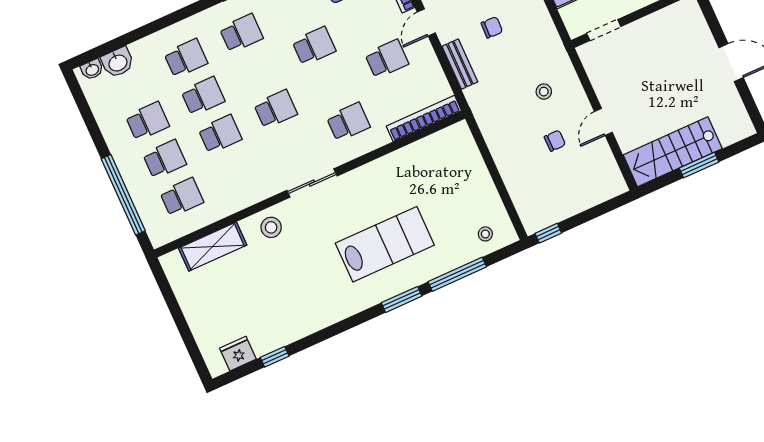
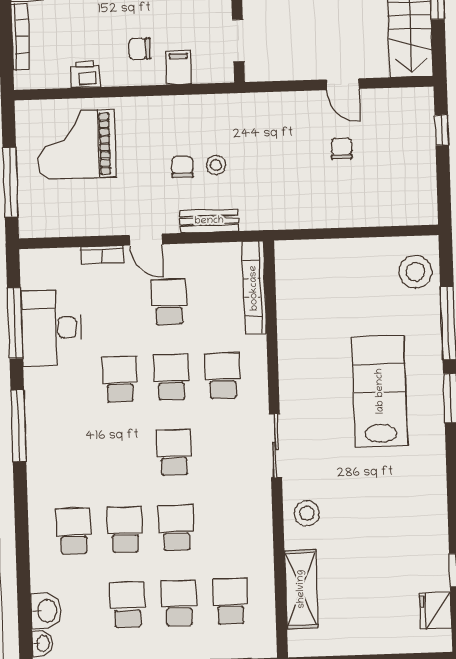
school desk: (241, 33) -> (171, 377), moved
stool: (544, 92) -> (216, 165), moved
window: (548, 233) -> (442, 130), moved
stool: (485, 234) -> (415, 272), width x1.89, depth x1.89

